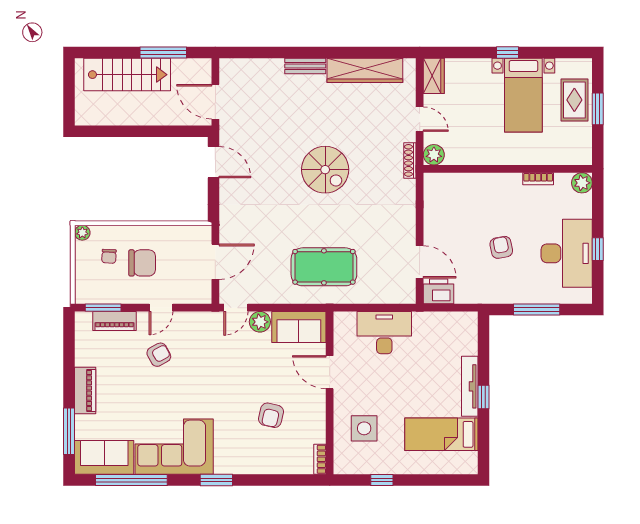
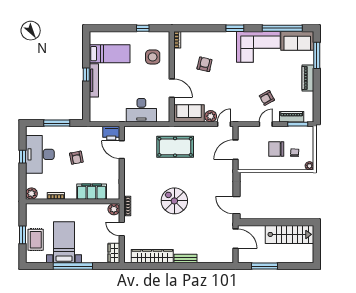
window: (507, 53) -> (73, 266), width x3.17
stairs: (127, 75) -> (290, 234), moved, turned 180
filing cabinet: (474, 186) -> (92, 192), added

